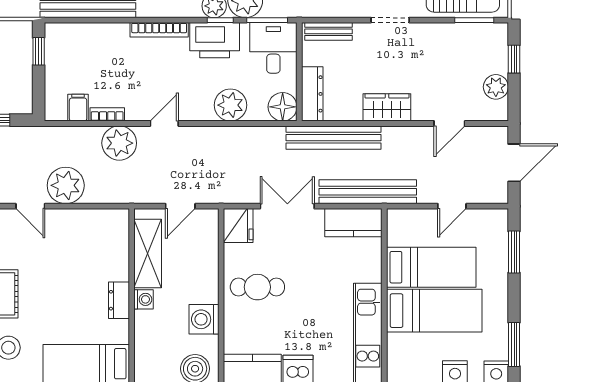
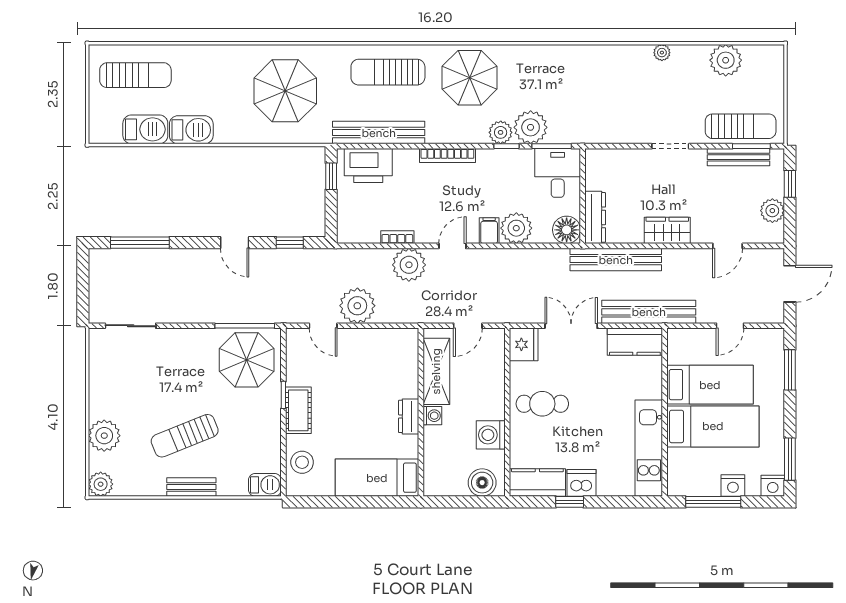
bench: (328, 31) -> (739, 157), moved, width x1.36
printer: (215, 40) -> (368, 166), moved
filing cabinet: (78, 108) -> (489, 231), moved

